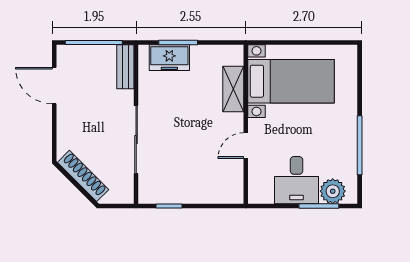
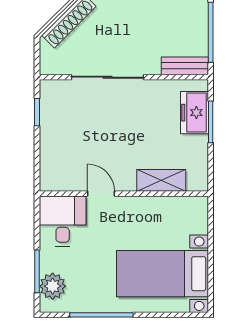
bed with nightstands: (291, 81) -> (162, 274), moved, turned 90
desk: (297, 180) -> (63, 221), moved, turned 90

